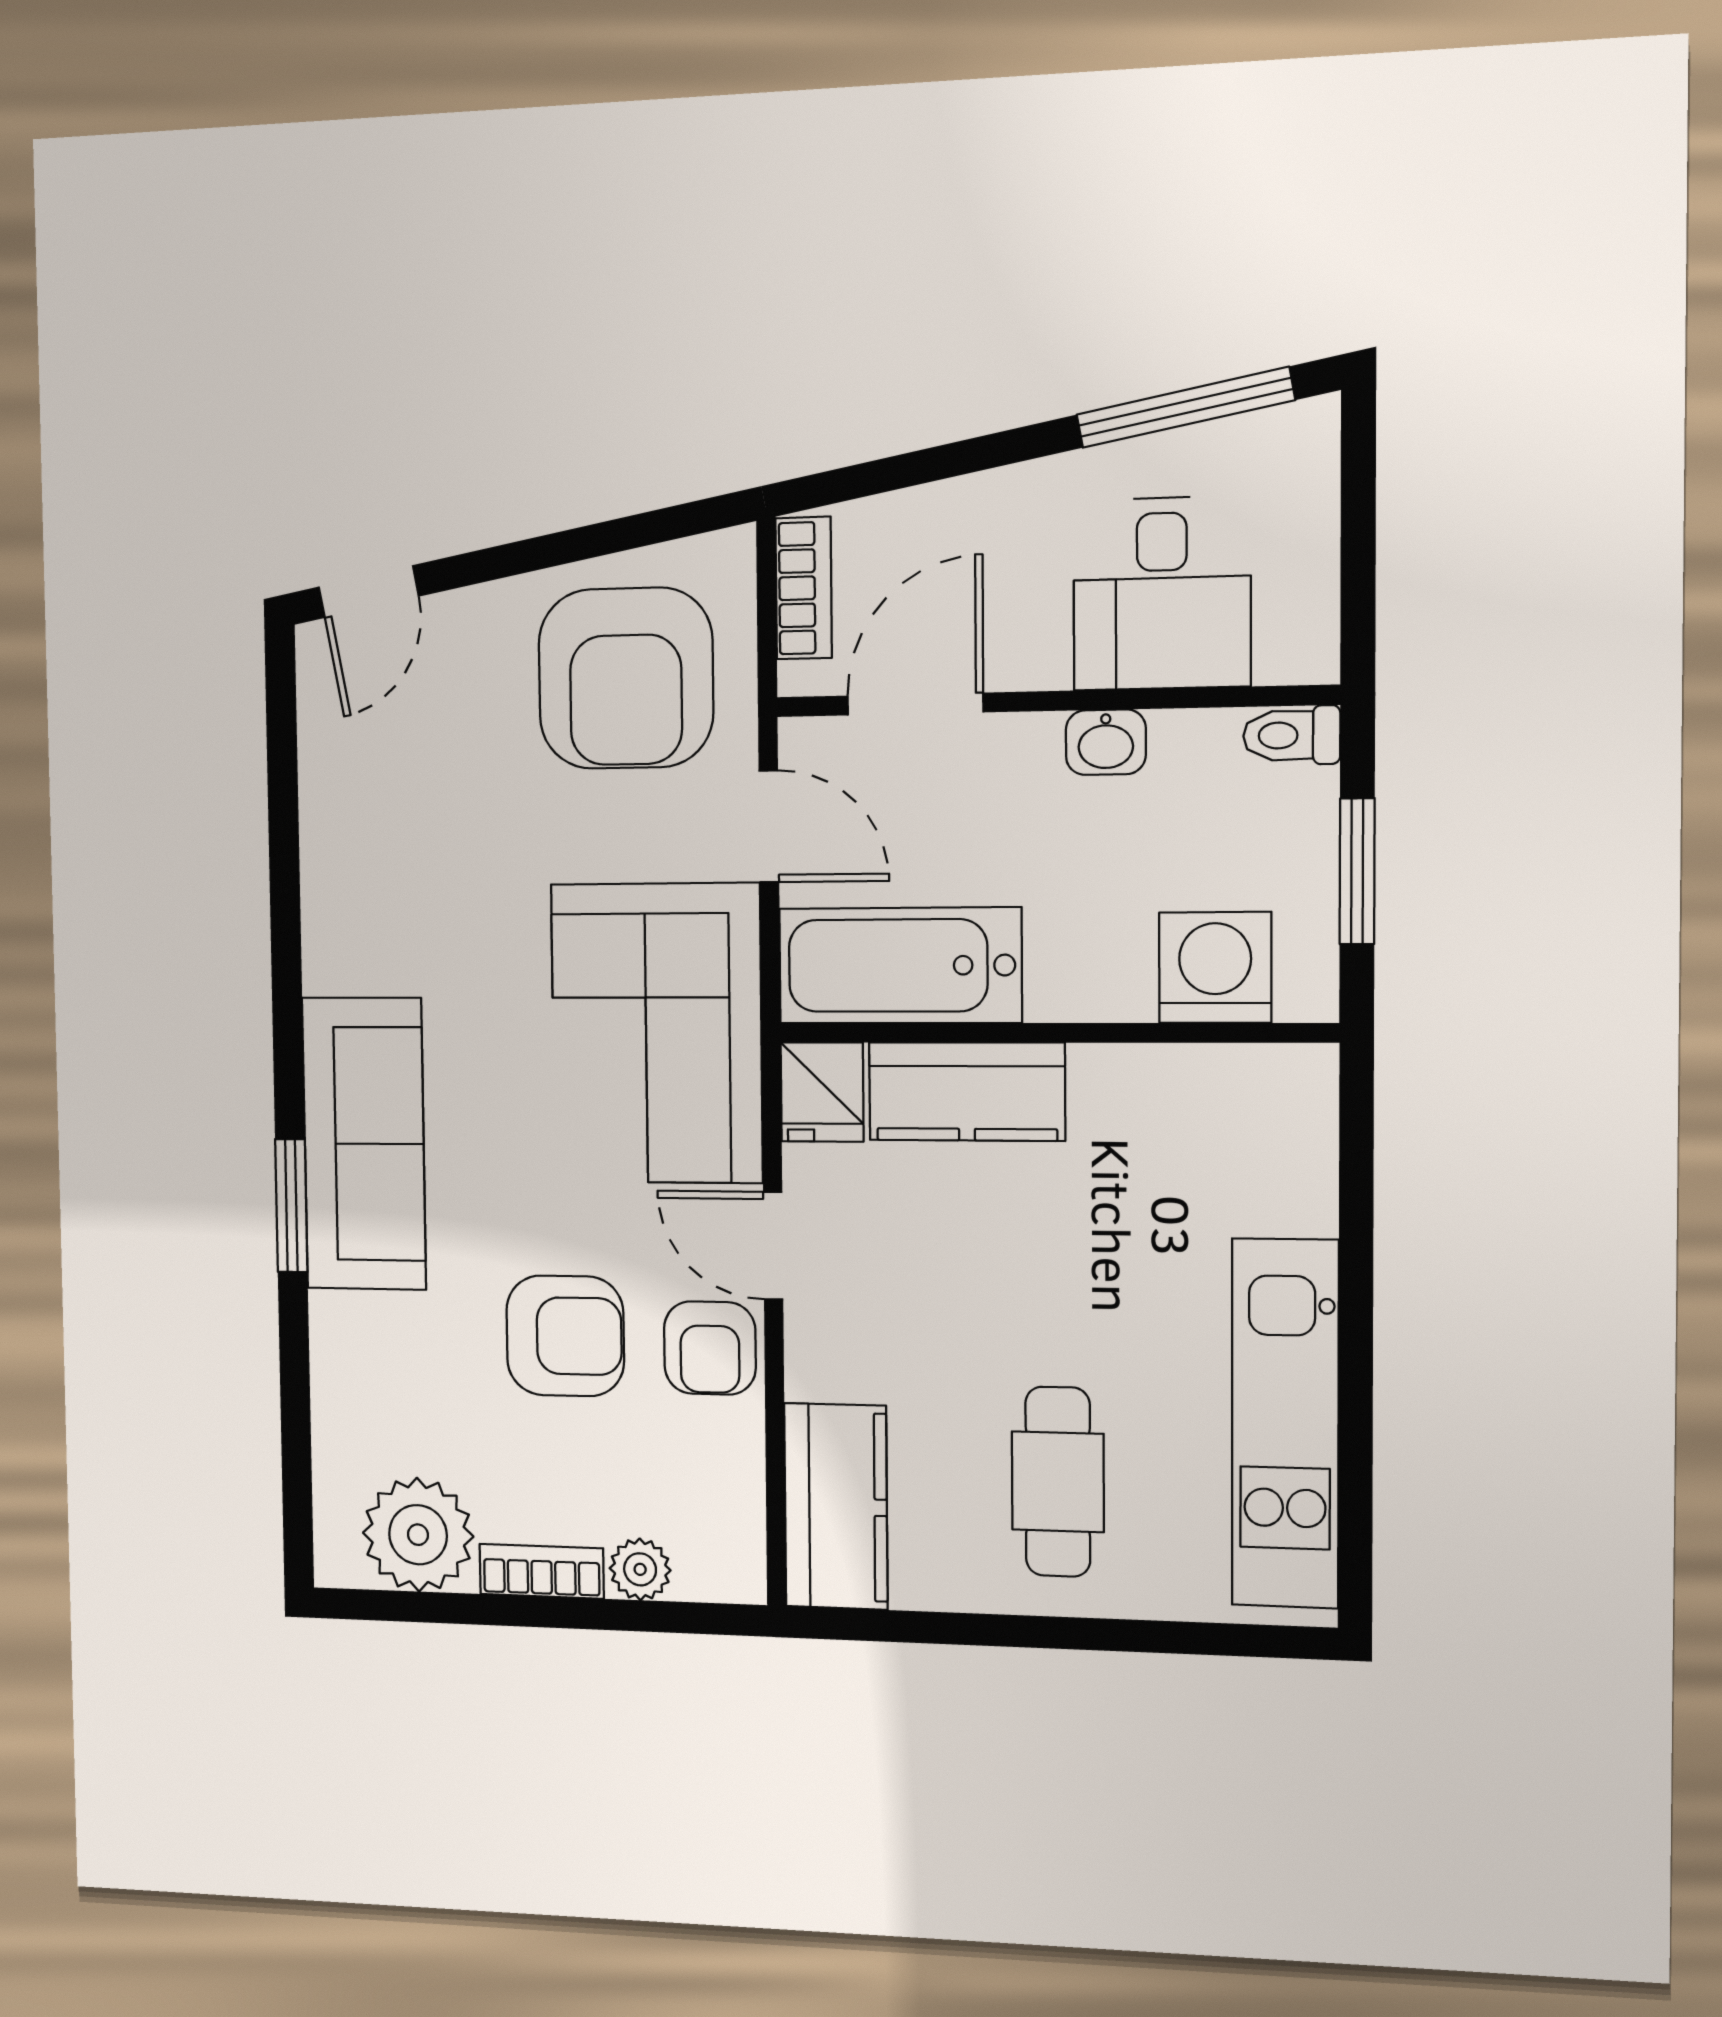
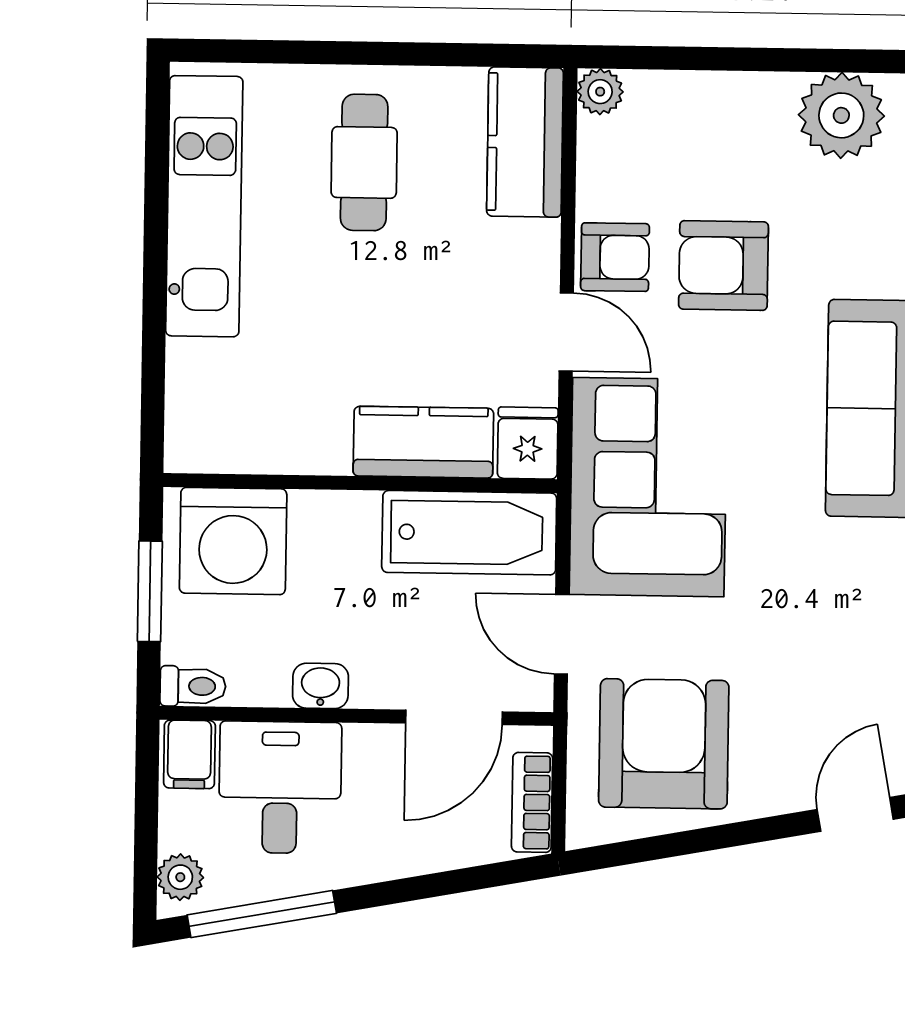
plant: (1306, 455) -> (180, 877), added
filing cabinet: (1295, 636) -> (189, 754), added
washing machine: (1215, 968) -> (233, 541), width x1.37, depth x1.37
armchair: (710, 1348) -> (615, 257), turned 90
plant: (640, 1569) -> (600, 92), moved
bookcase: (542, 1571) -> (747, 90), removed

